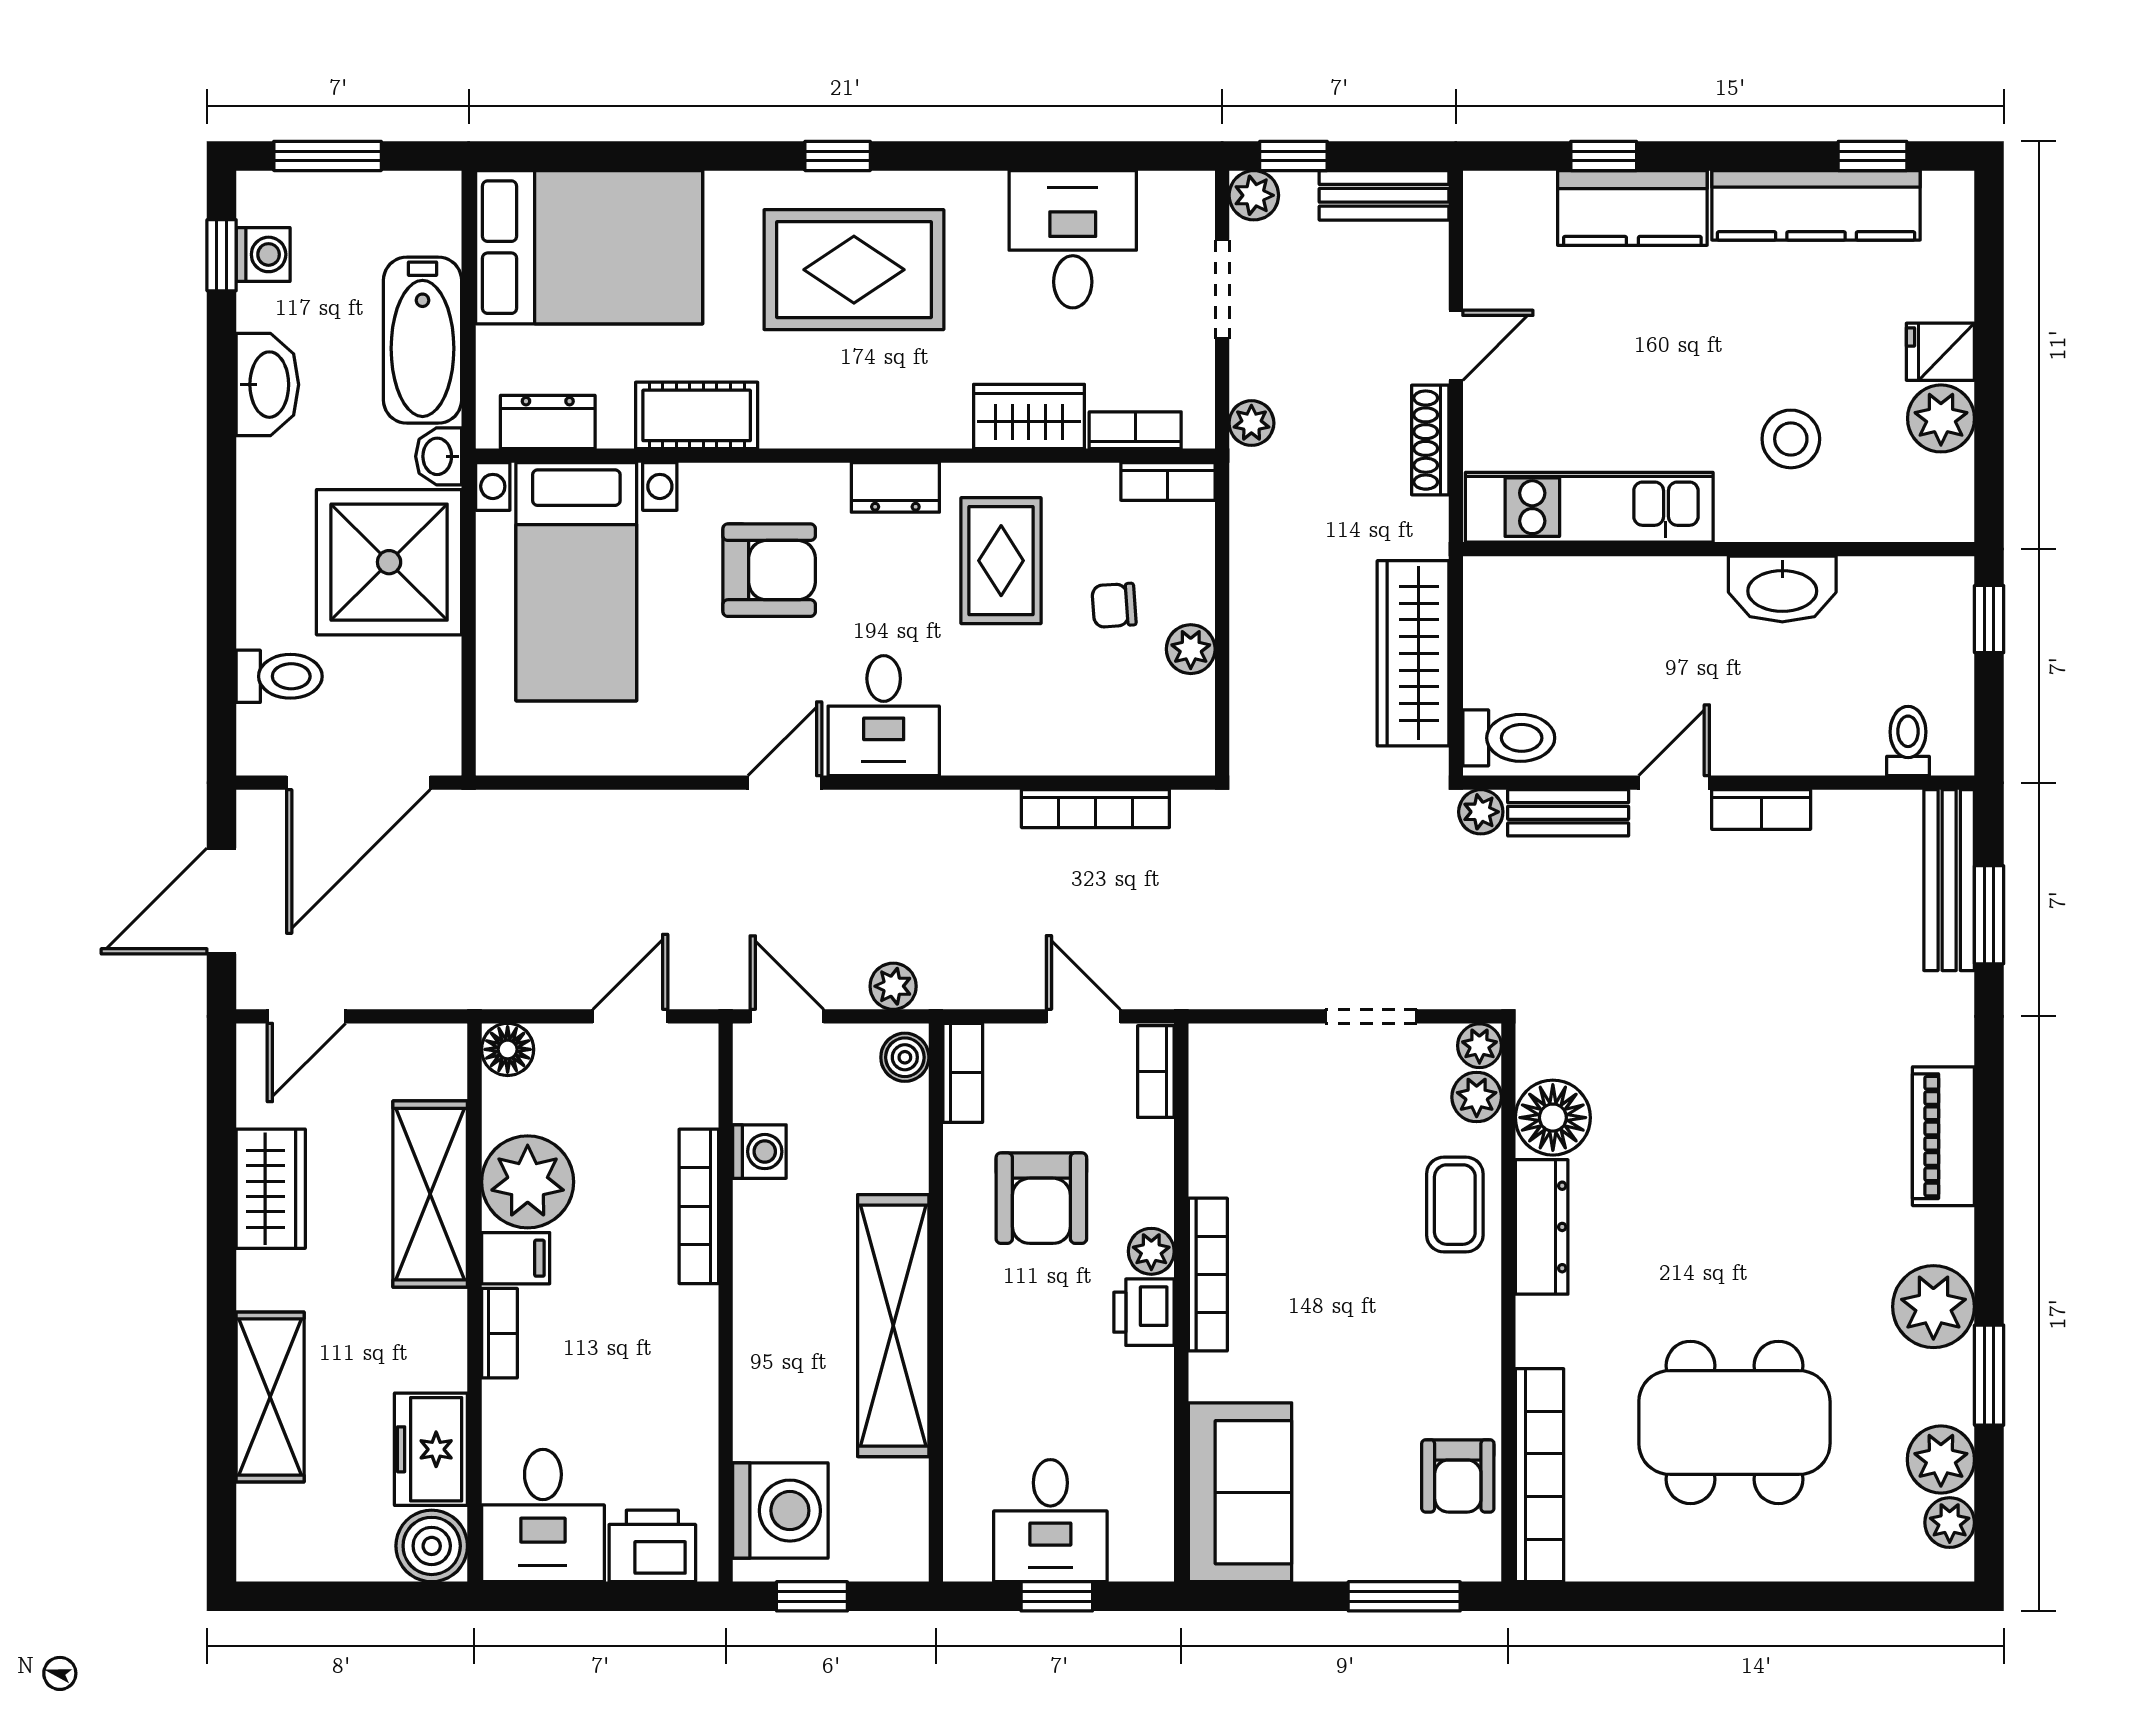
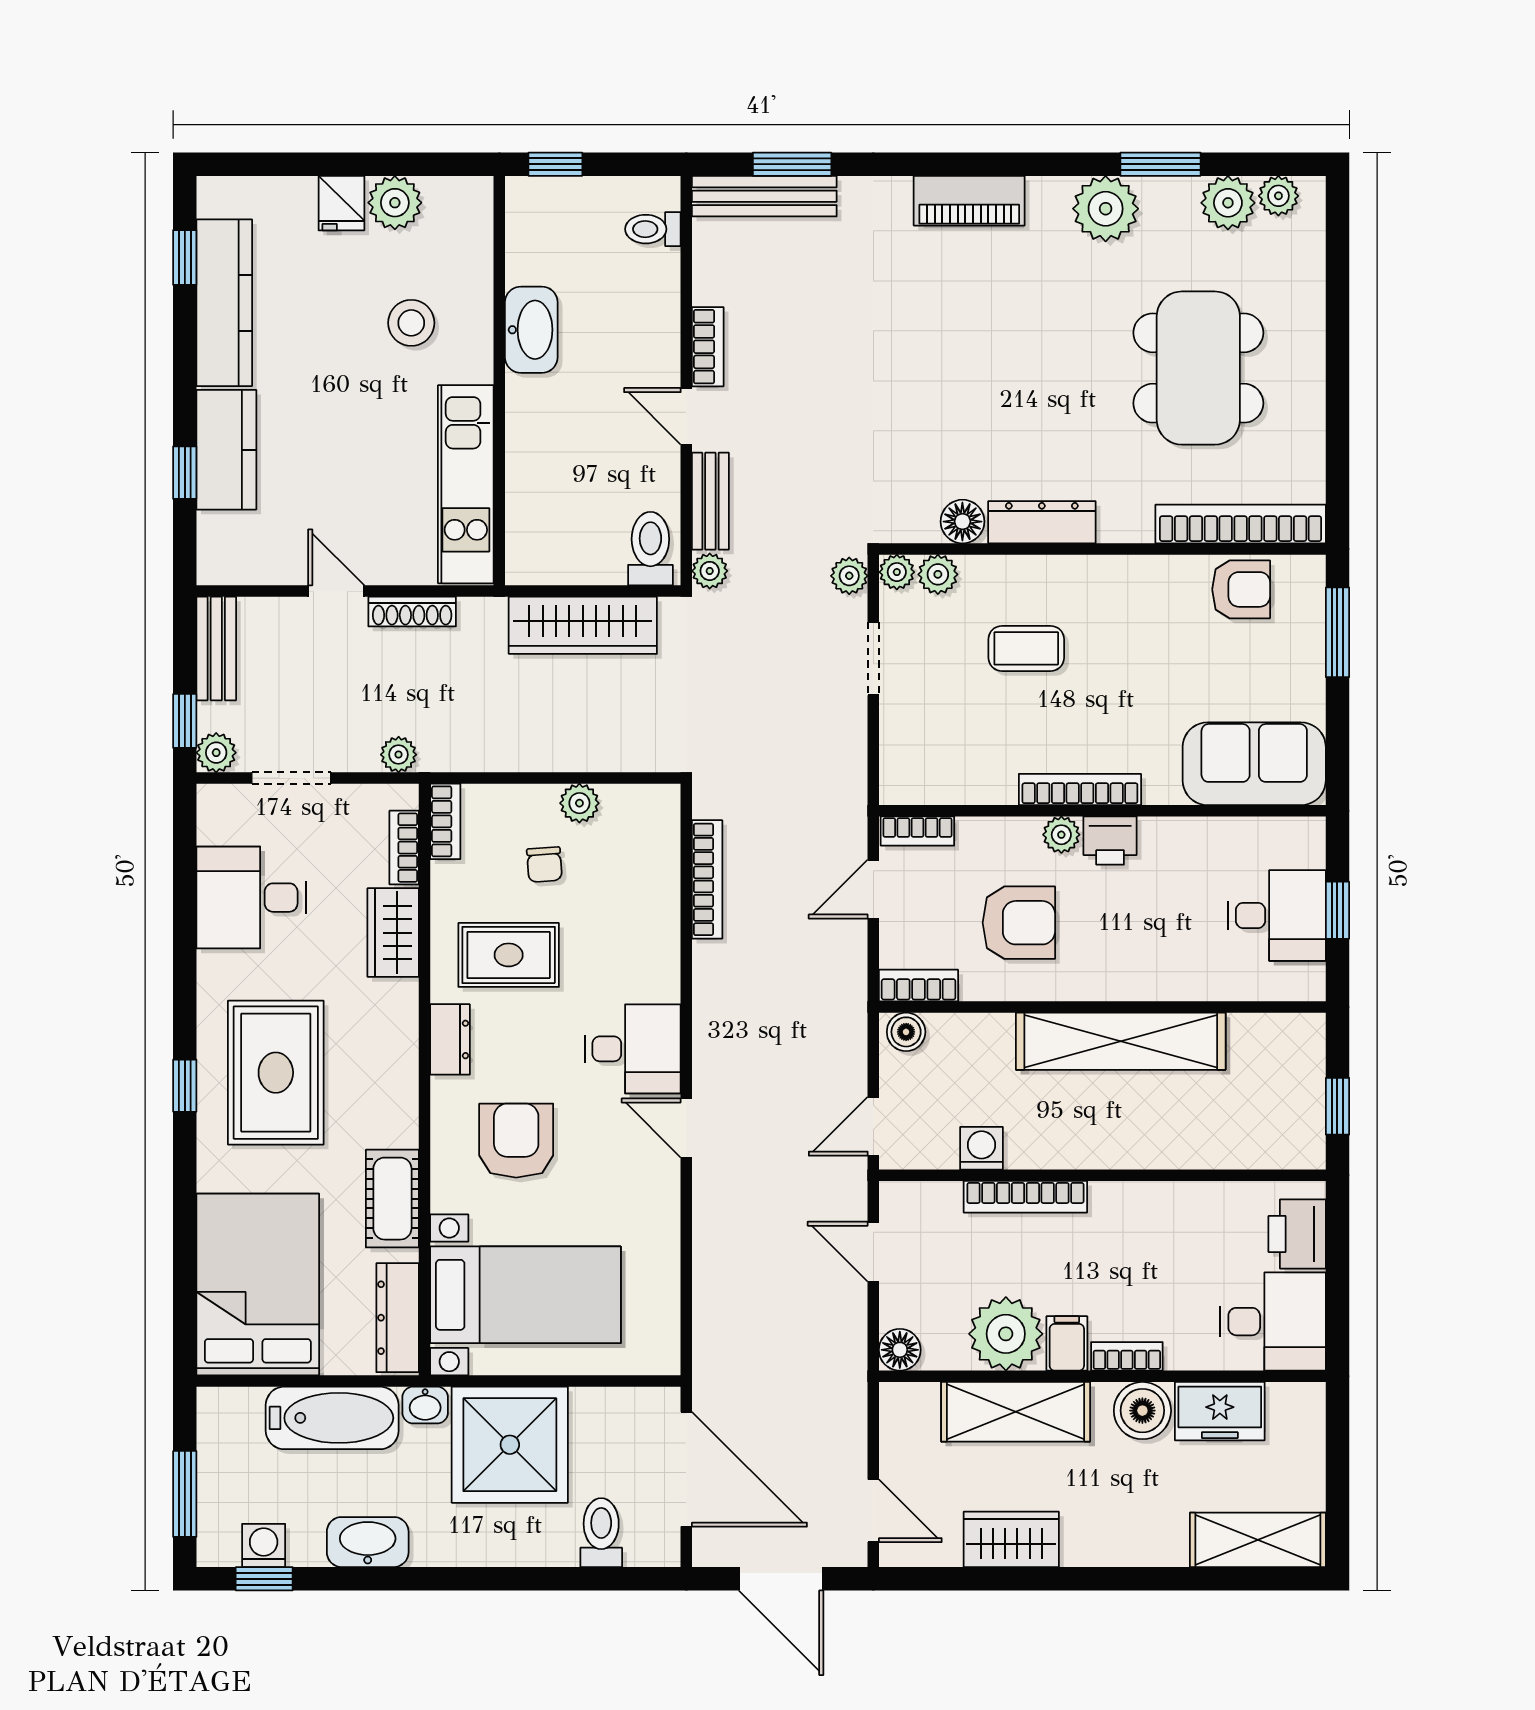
dresser: (548, 422) -> (398, 1318), width x1.44
plant: (893, 986) -> (849, 576), moved
floor lamp: (1553, 1118) -> (962, 522), width x0.73, depth x0.73
coffee table: (1455, 1205) -> (1026, 648), moved
shelving: (270, 1397) -> (1258, 1540), moved
washing machine: (780, 1511) -> (1269, 1132), removed
boiler: (432, 1546) -> (1142, 1411), moved

